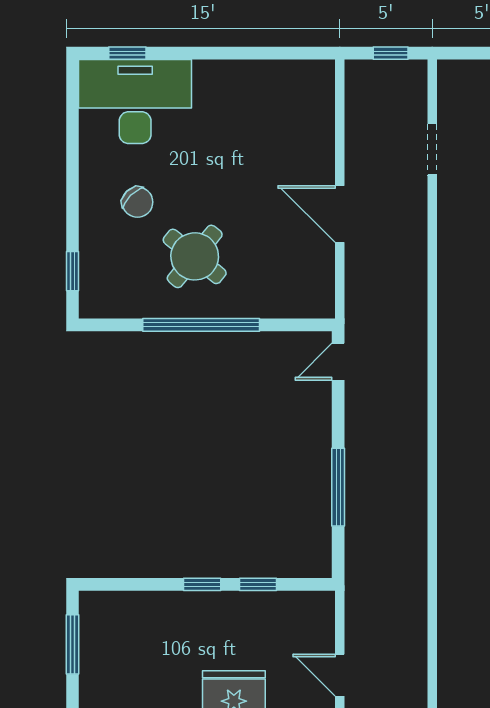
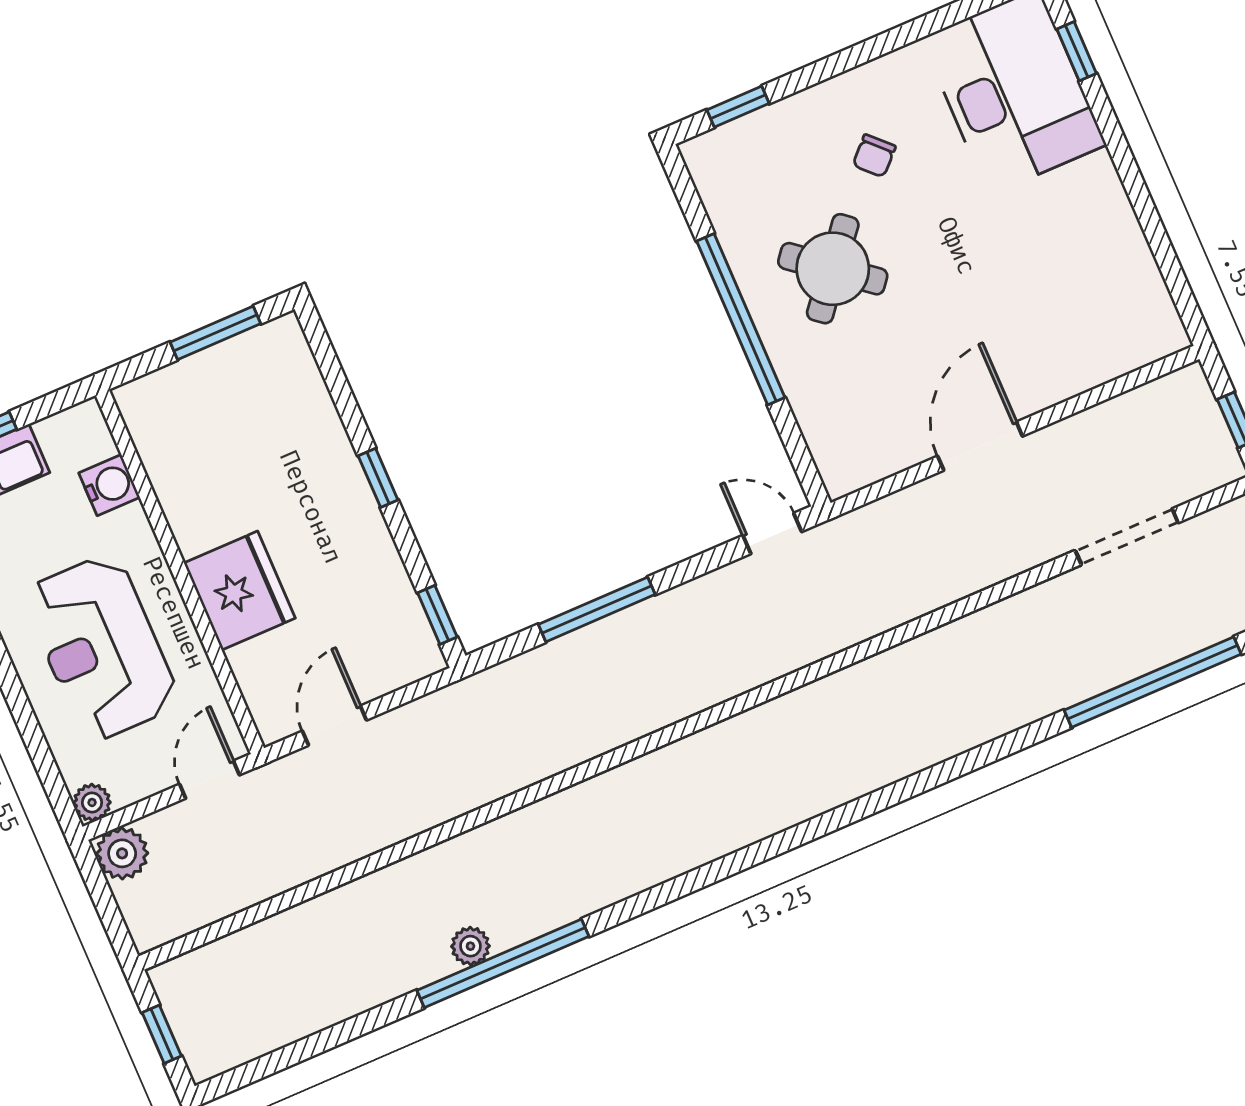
doorway: (432, 149) -> (1127, 537), width x1.38
chair: (137, 202) -> (874, 156), width x0.73, depth x0.73
window: (258, 584) -> (437, 615), moved

